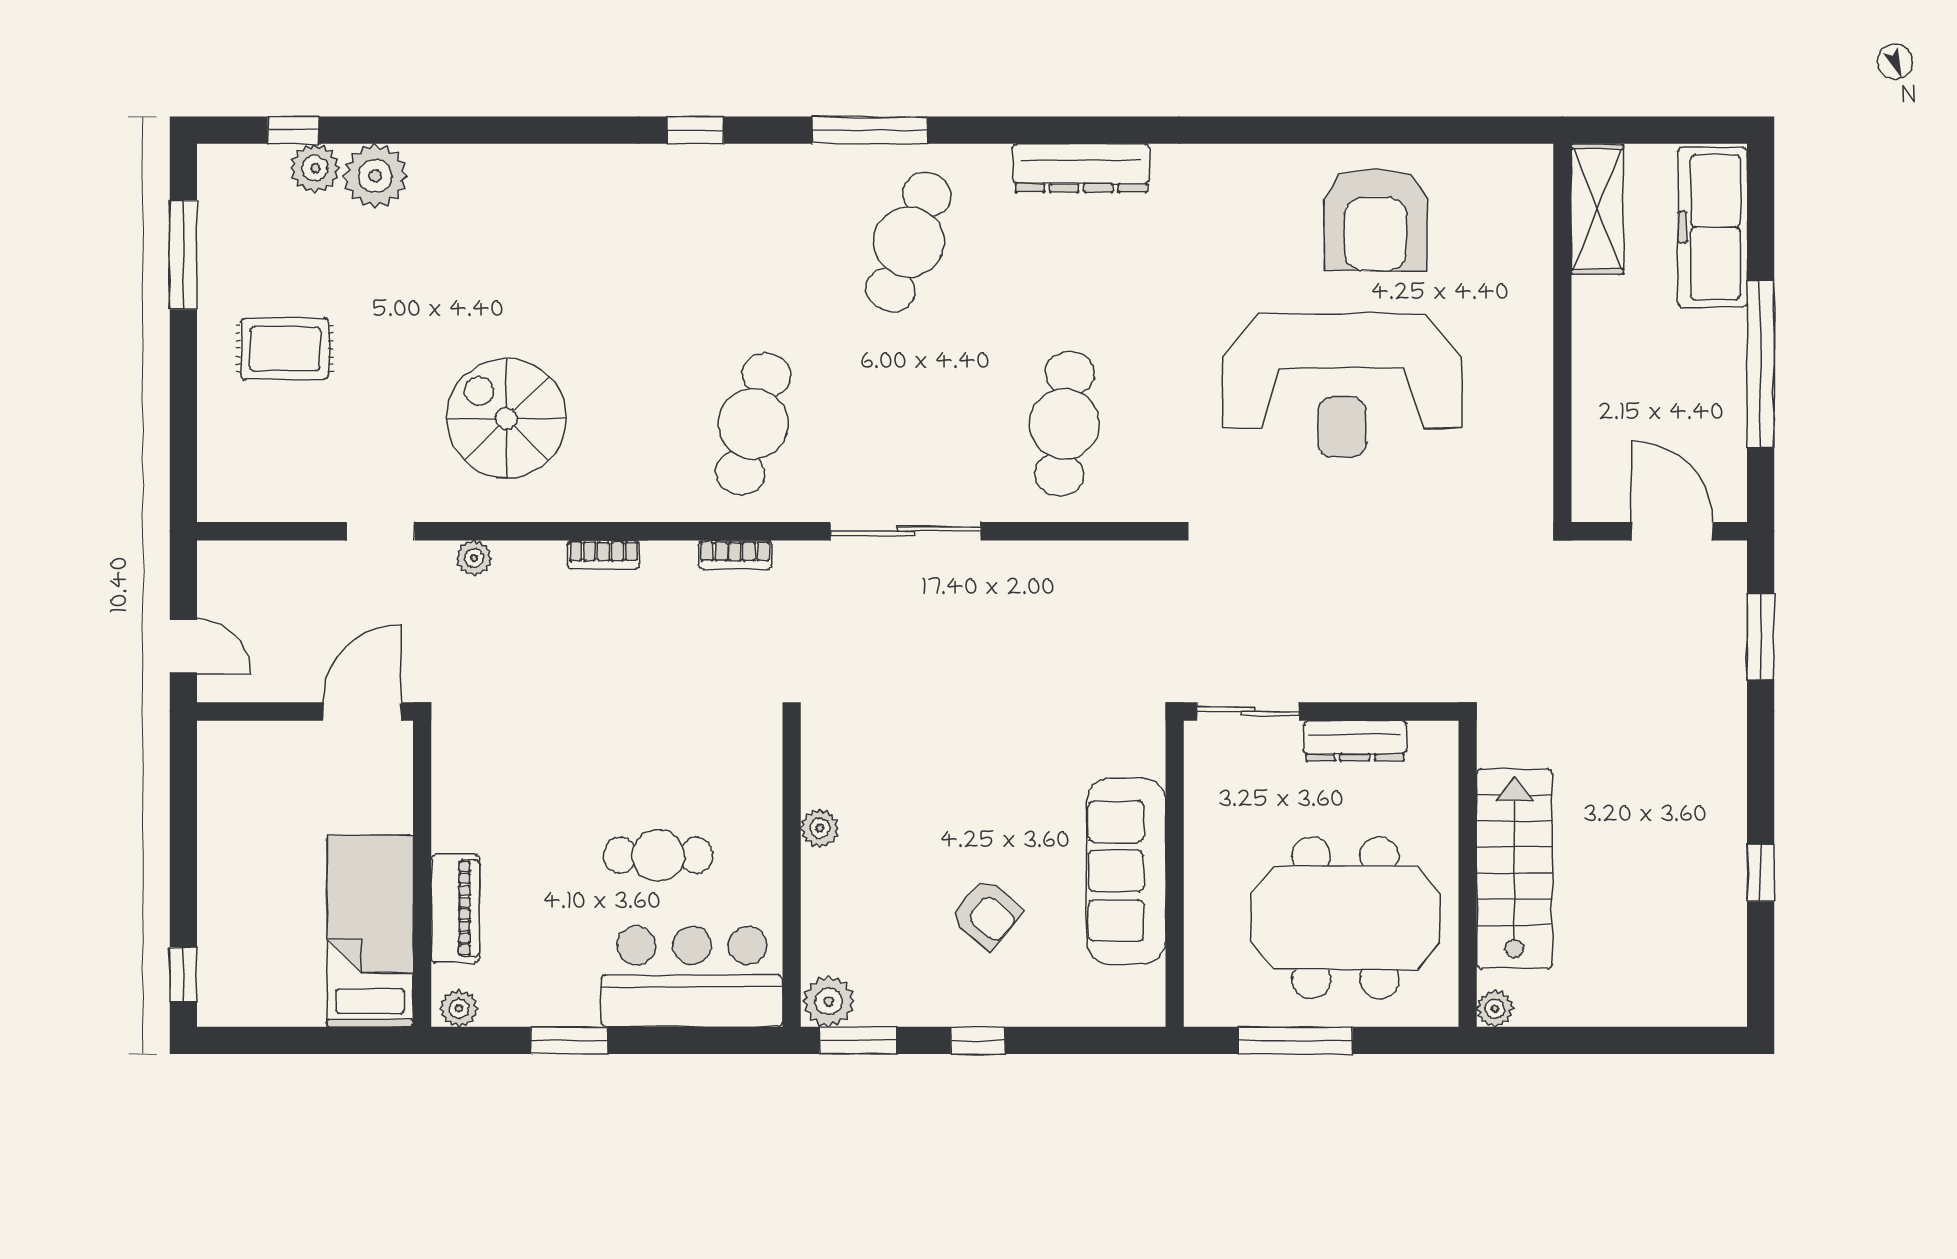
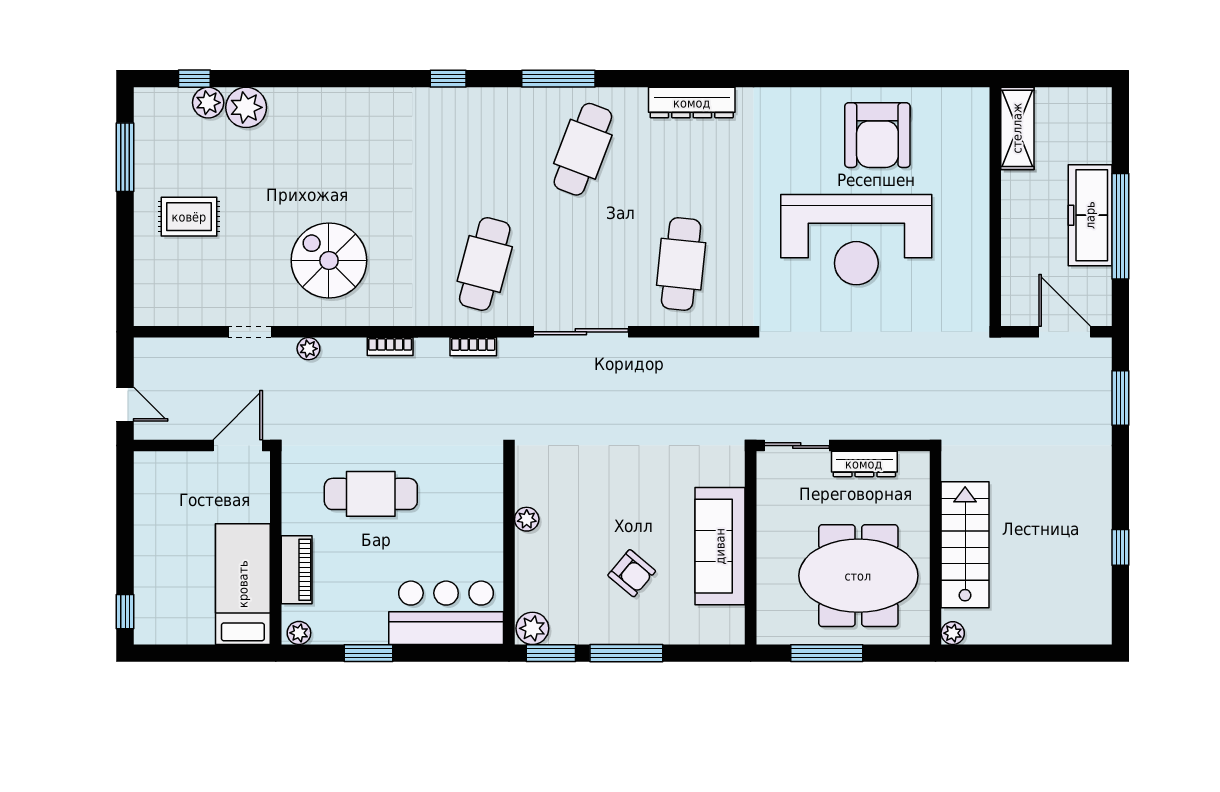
freezer: (1713, 227) -> (1090, 215), moved
cafe table: (658, 855) -> (371, 494), moved, width x1.37, depth x1.35
window: (978, 1040) -> (626, 653), width x2.17

